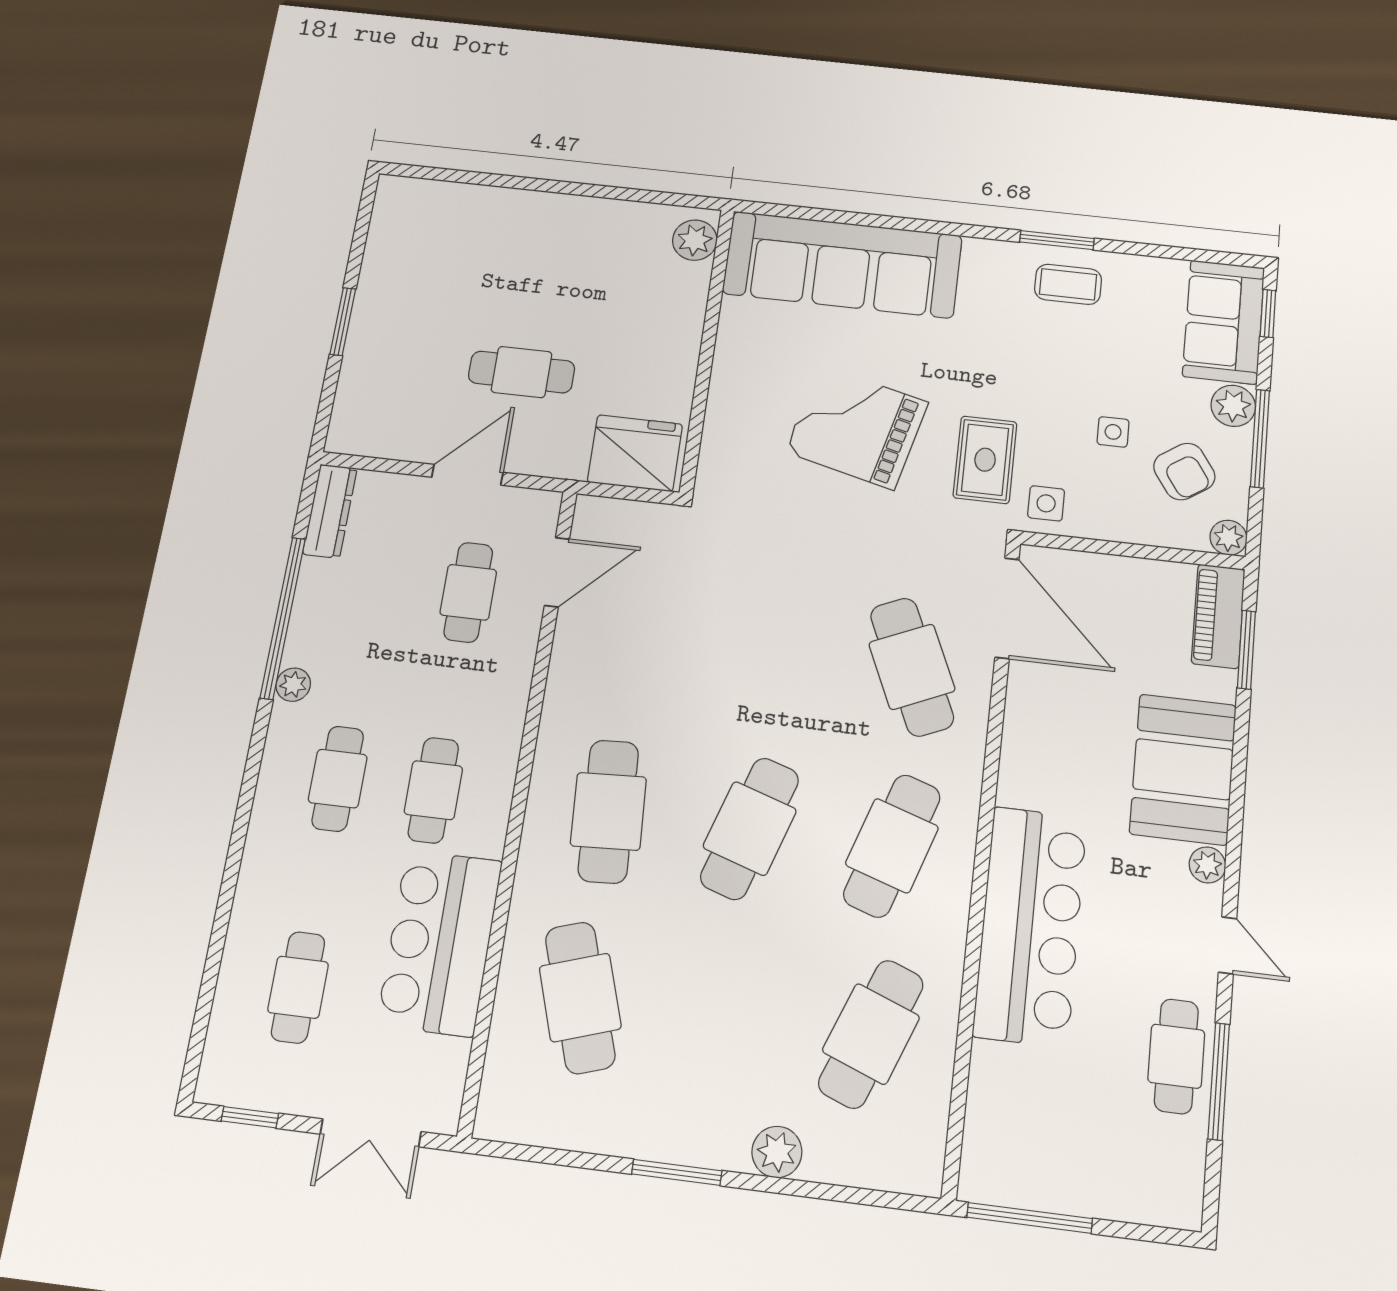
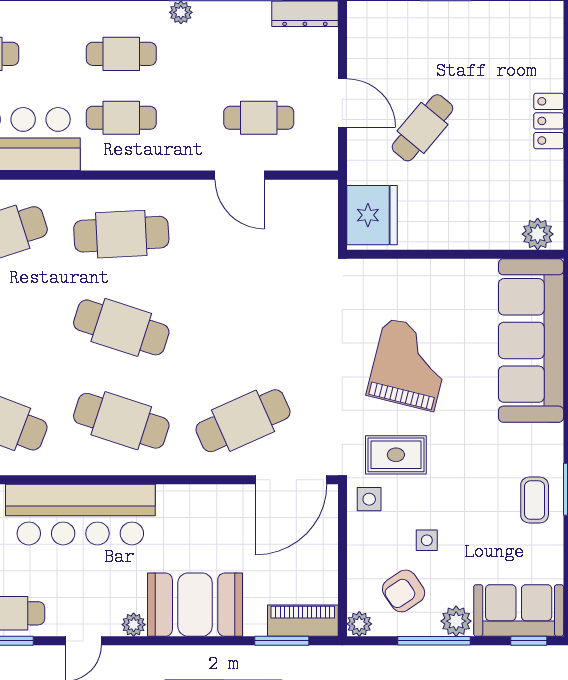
locker: (540, 209) -> (549, 121), added
cafe table: (522, 372) -> (422, 128), turned 40
door: (557, 572) -> (240, 175), moved

